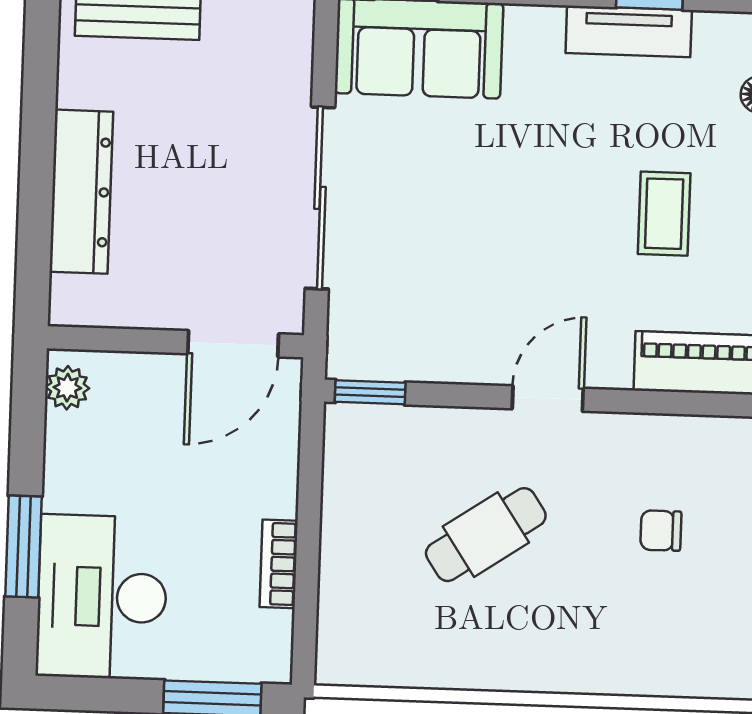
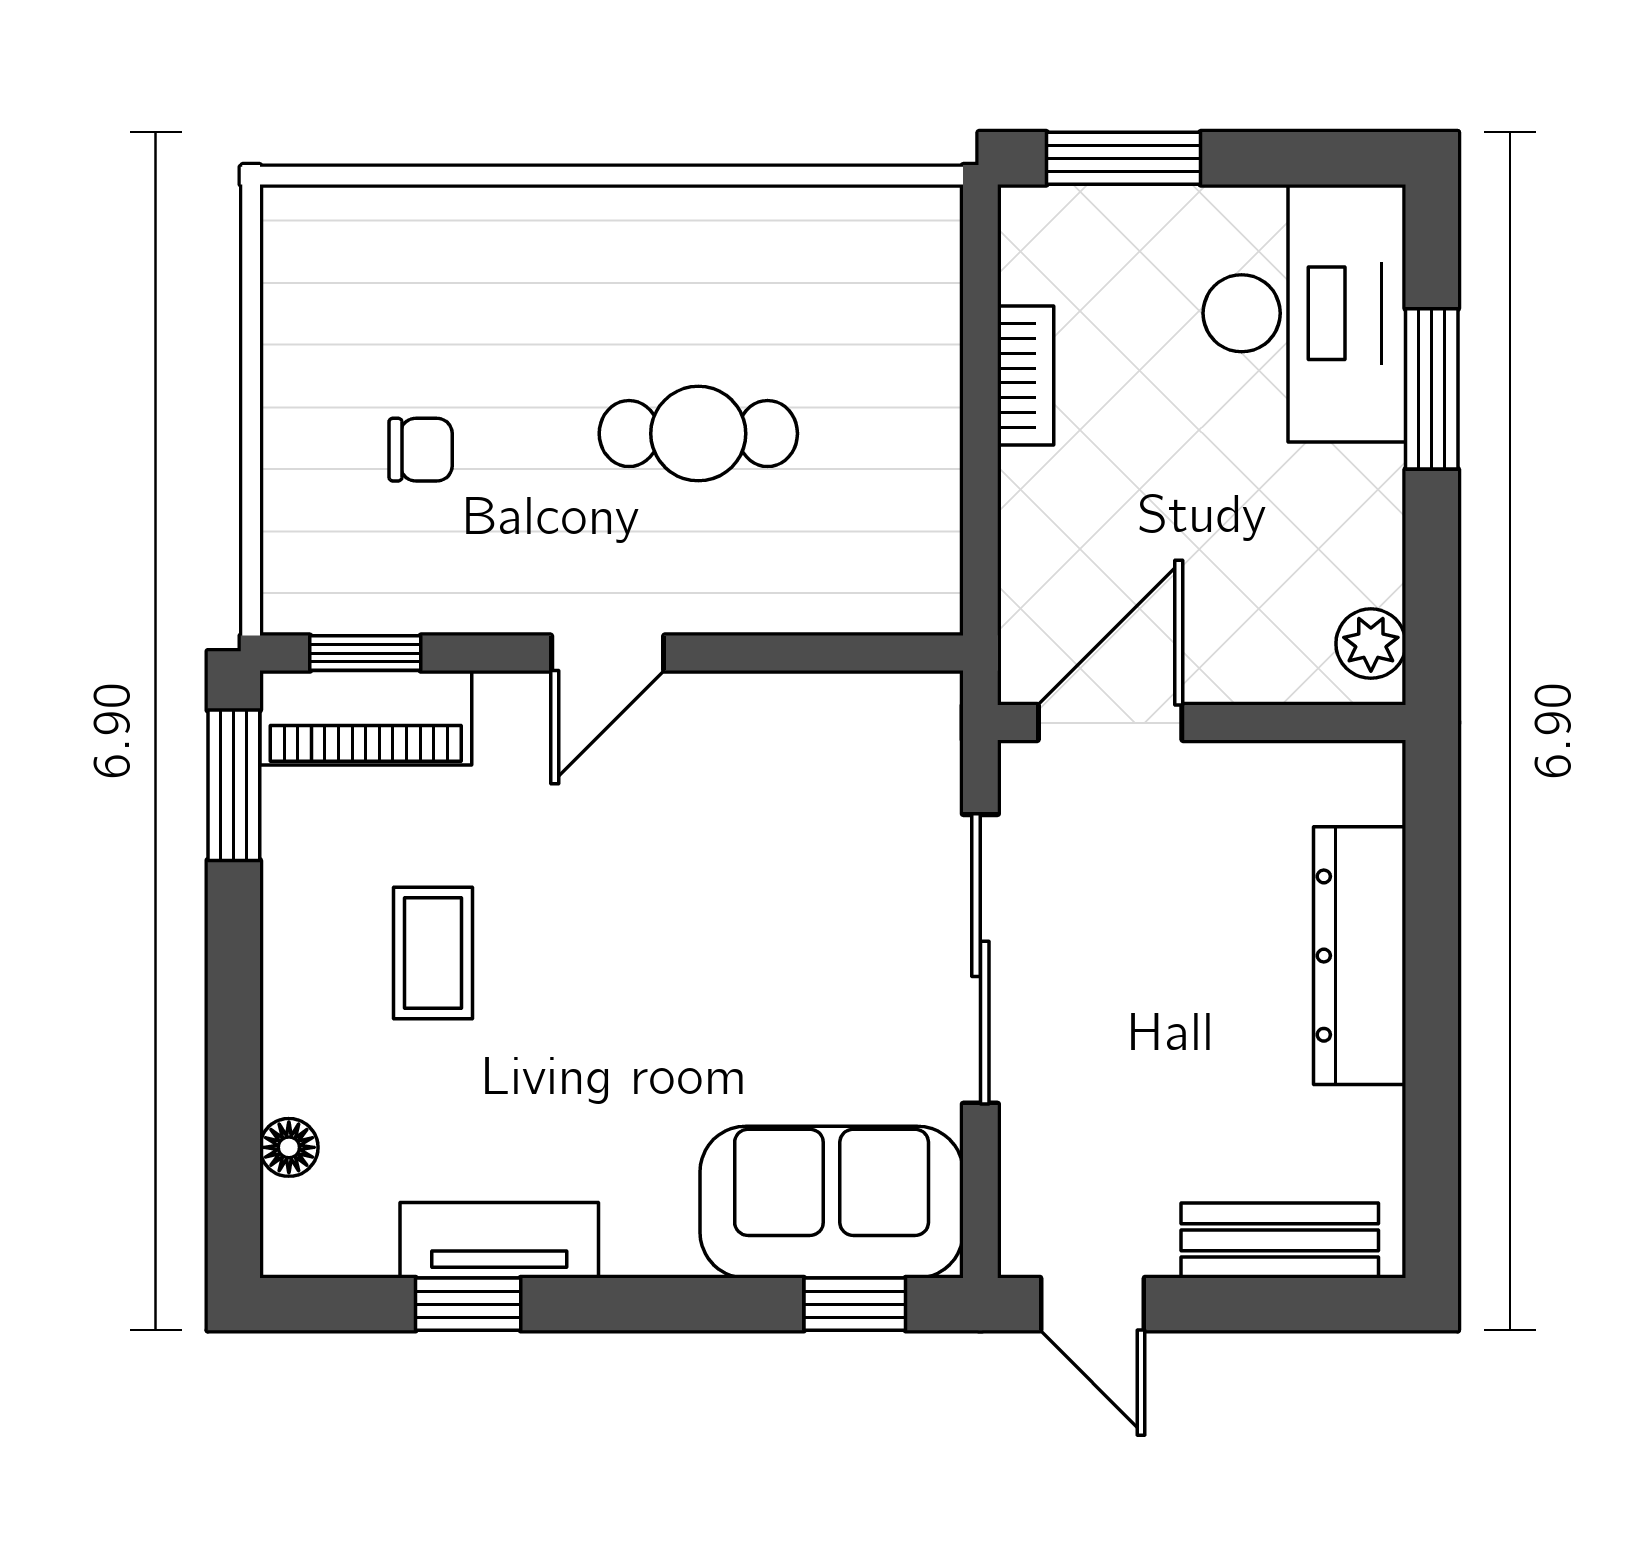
window: (370, 392) -> (365, 653), moved
cafe table: (486, 535) -> (698, 434), turned 34

